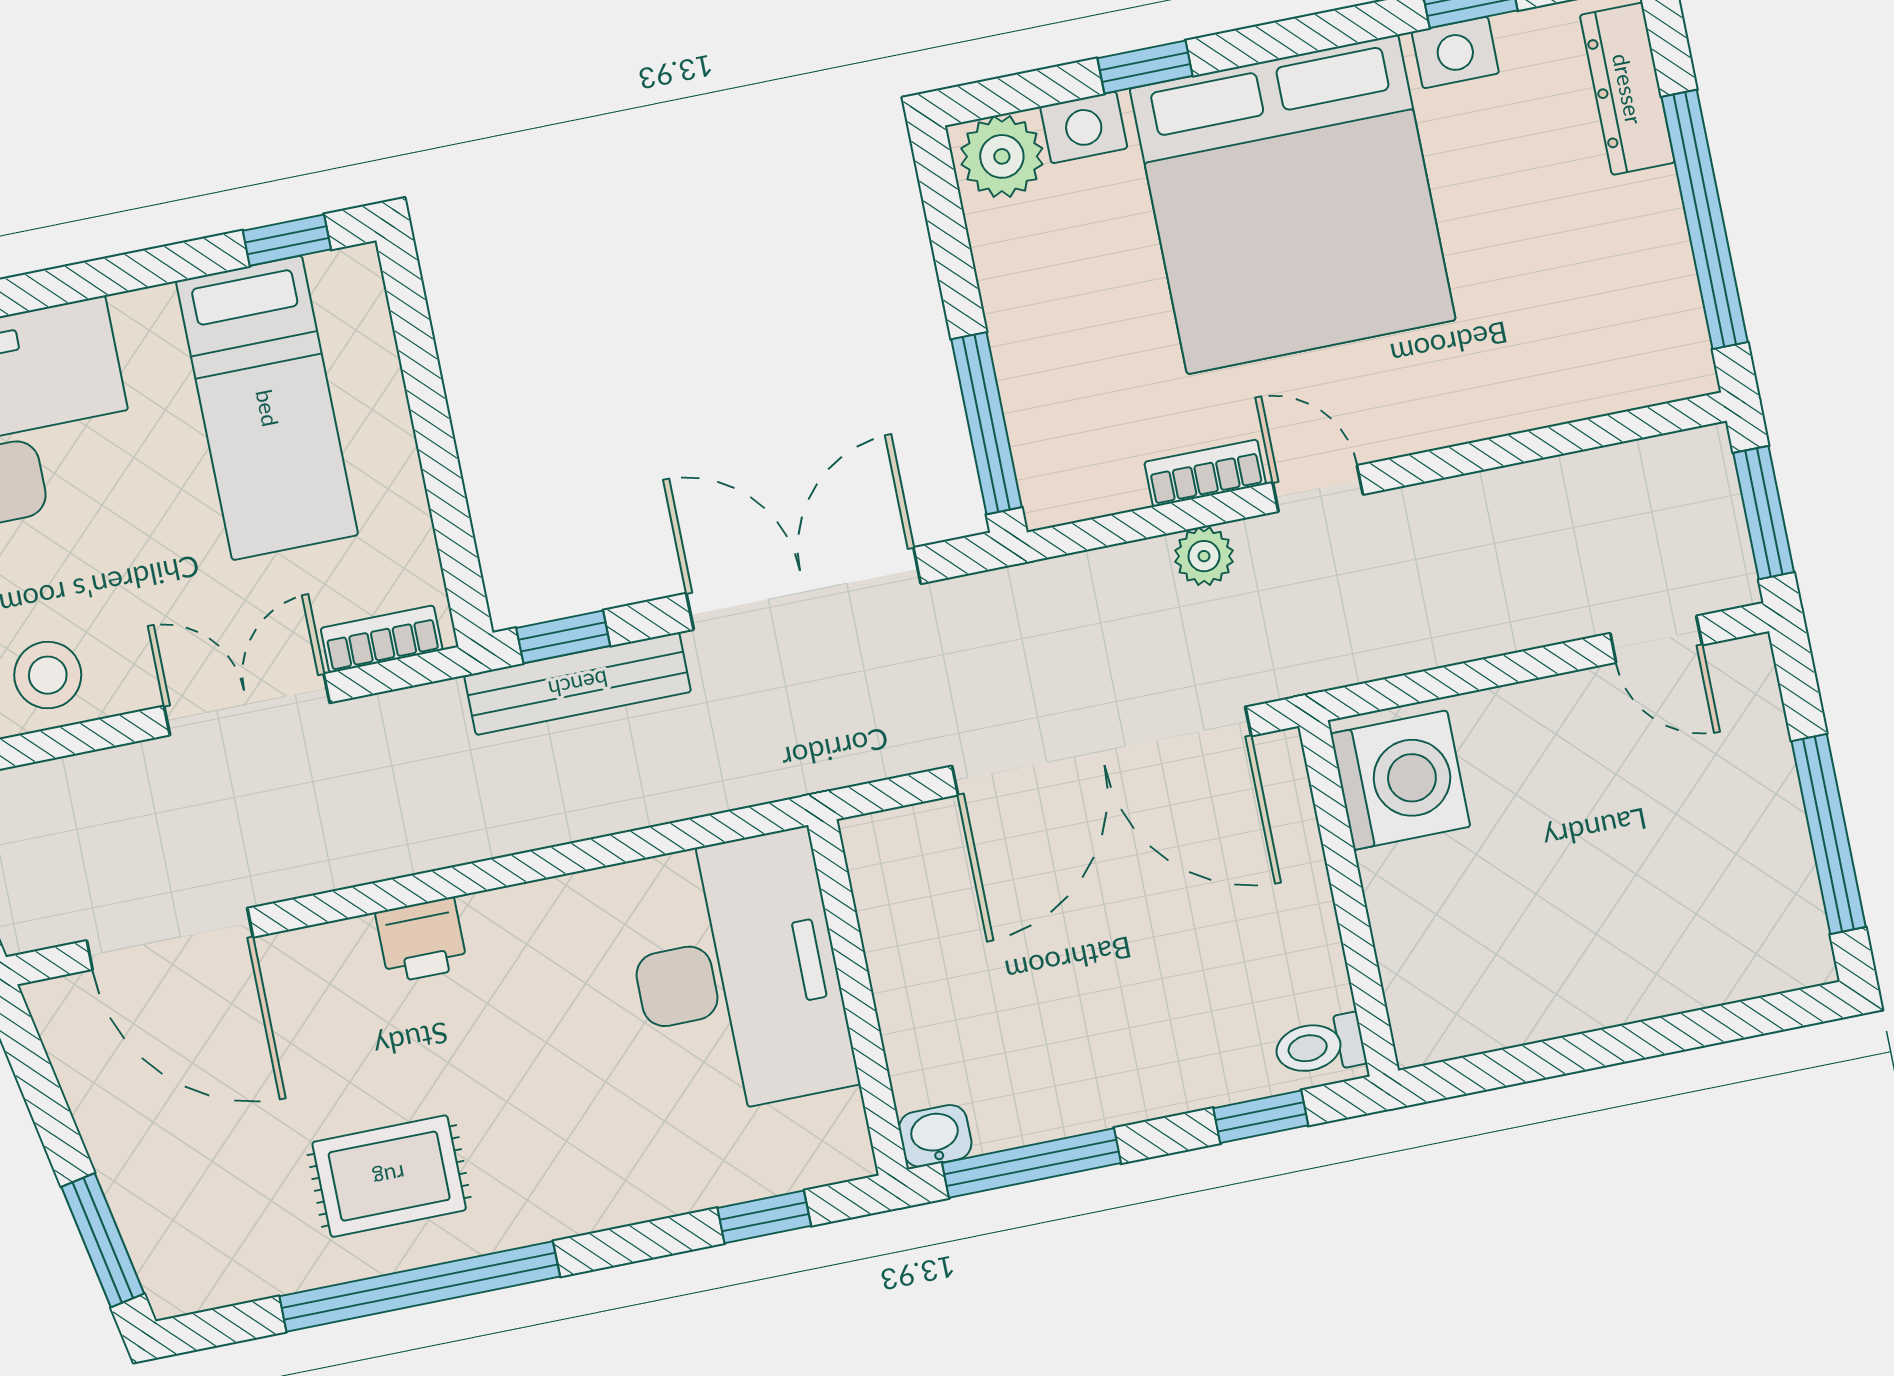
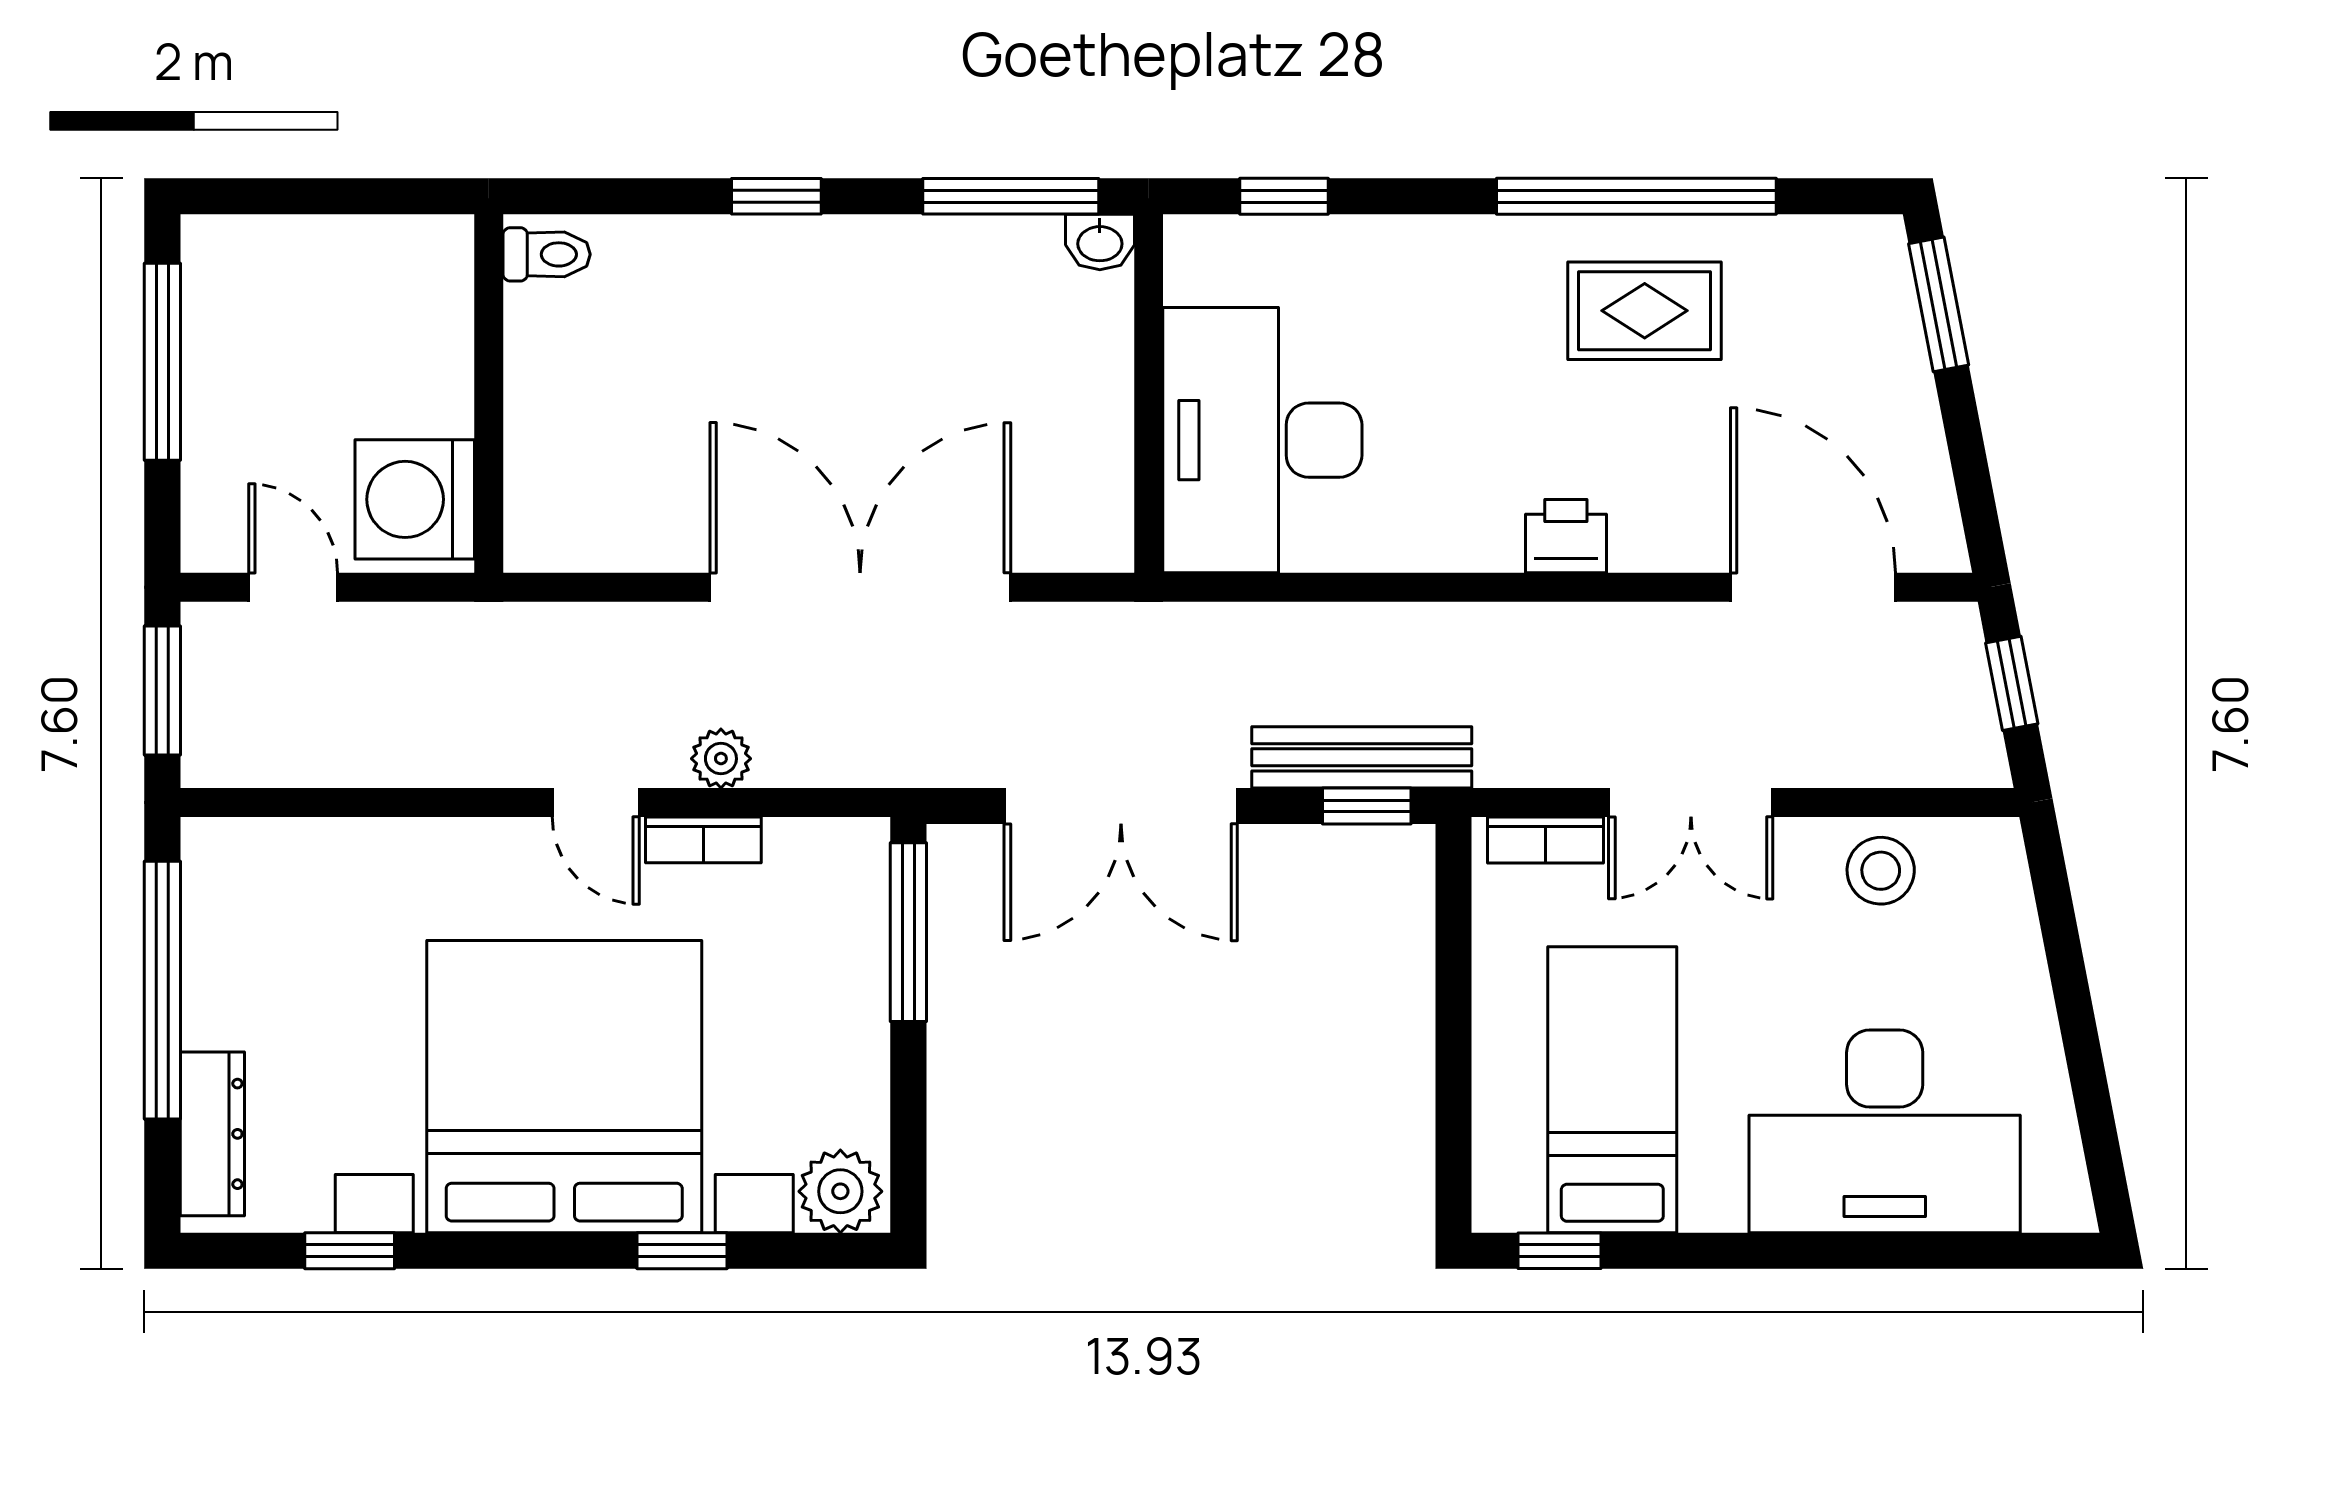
washing machine: (1400, 780) -> (415, 499), moved
wall: (1349, 898) -> (489, 394), moved
toilet: (1320, 1046) -> (547, 254), moved

